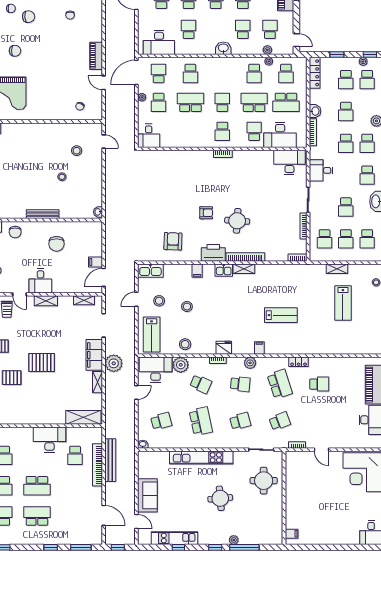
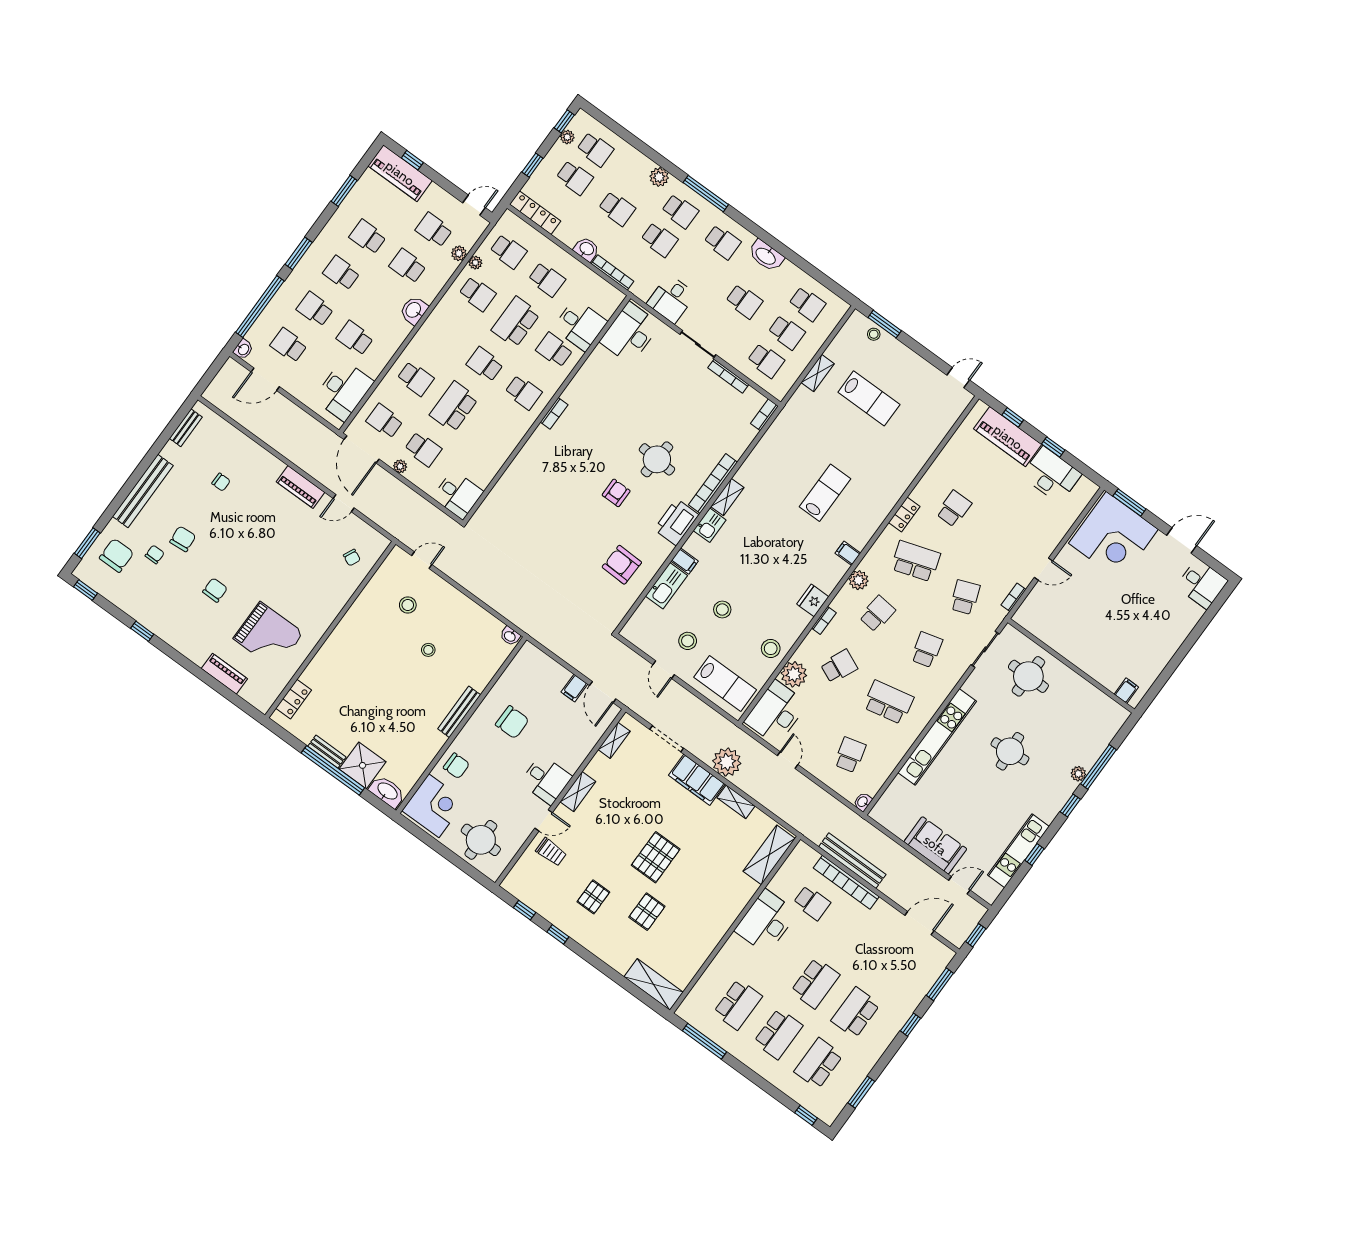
school desk: (286, 102) -> (547, 279), width x0.54
desk: (280, 135) -> (580, 325), width x0.73
kitchen sink: (150, 271) -> (666, 586), moved

